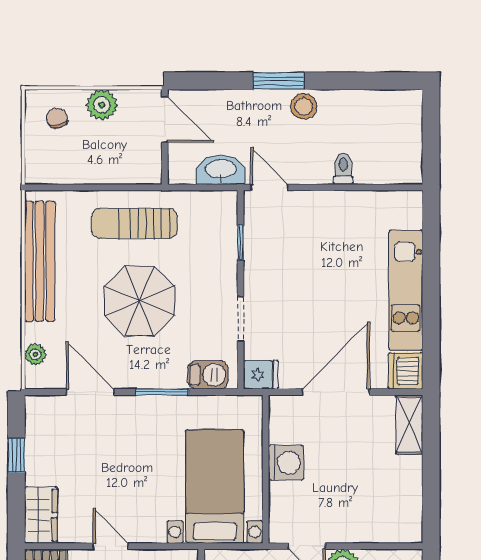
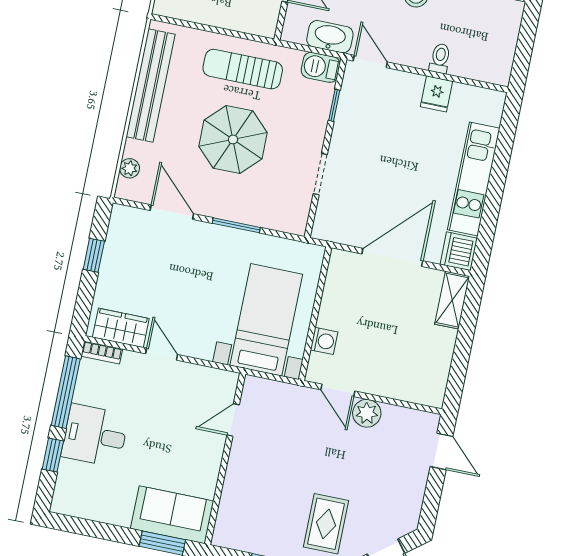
barbecue: (208, 375) -> (321, 67), moved, turned 180
fridge: (261, 375) -> (437, 94), moved, turned 90
washing machine: (286, 463) -> (324, 341), moved, width x0.73, depth x0.73
wardrobe: (41, 515) -> (121, 328), moved, turned -90

